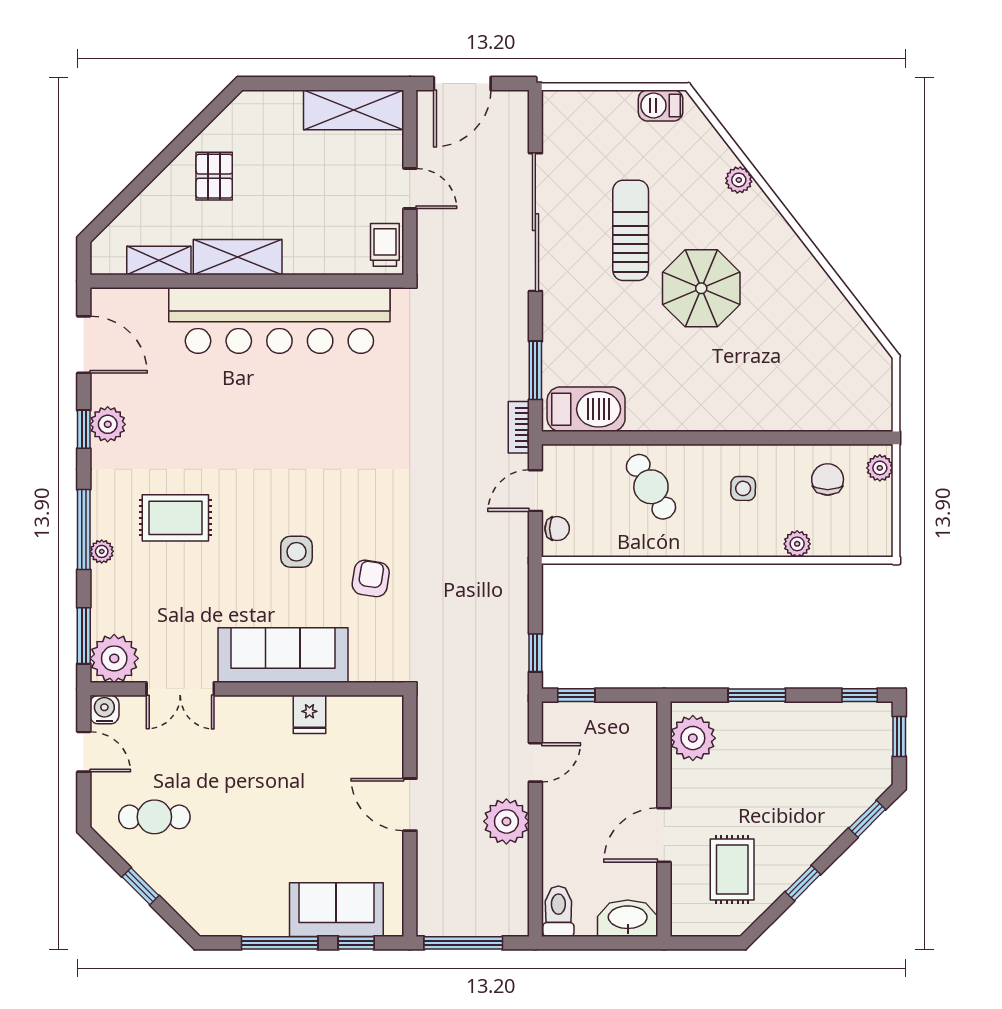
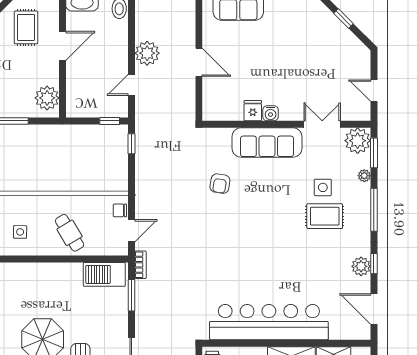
plant: (102, 551) -> (364, 176), moved
side table: (296, 552) -> (323, 187), moved
water cooler: (104, 710) -> (271, 113), moved
cafe table: (154, 817) -> (336, 56), removed

